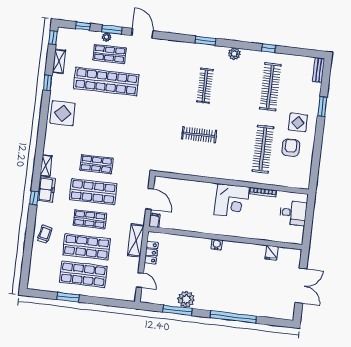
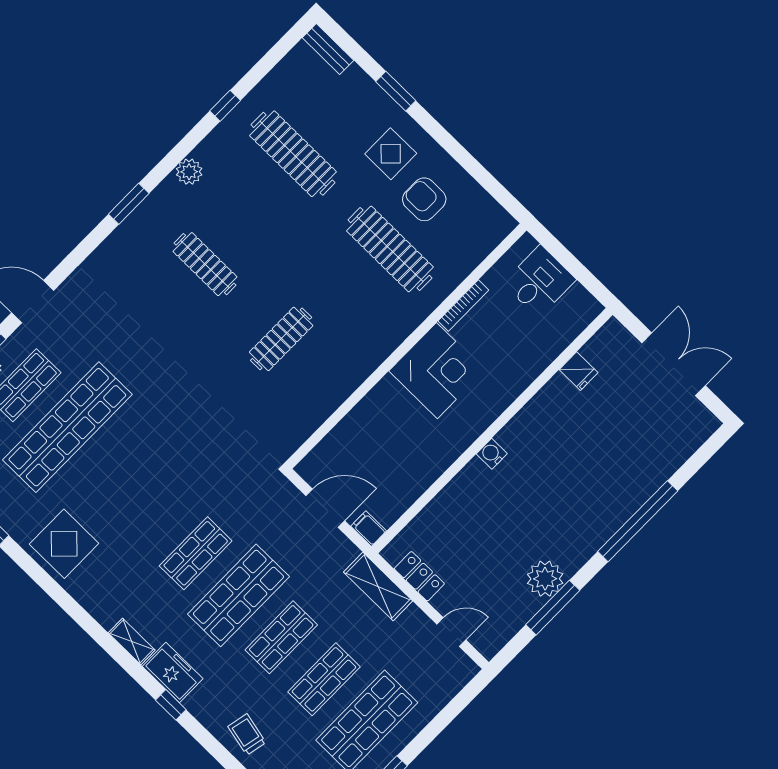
shop shelf: (87, 247) -> (324, 679), width x0.70, depth x0.74

